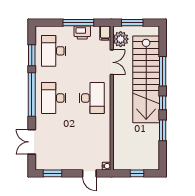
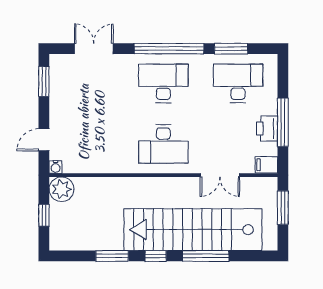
plant: (121, 39) -> (61, 189), moved

